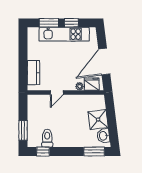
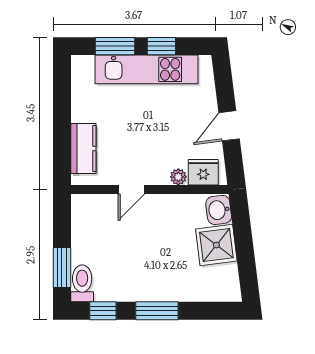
door: (104, 62) -> (229, 126), width x0.53
washbasin: (103, 136) -> (219, 210), moved
toilet: (47, 138) -> (82, 283), moved
window: (94, 152) -> (157, 311), moved

